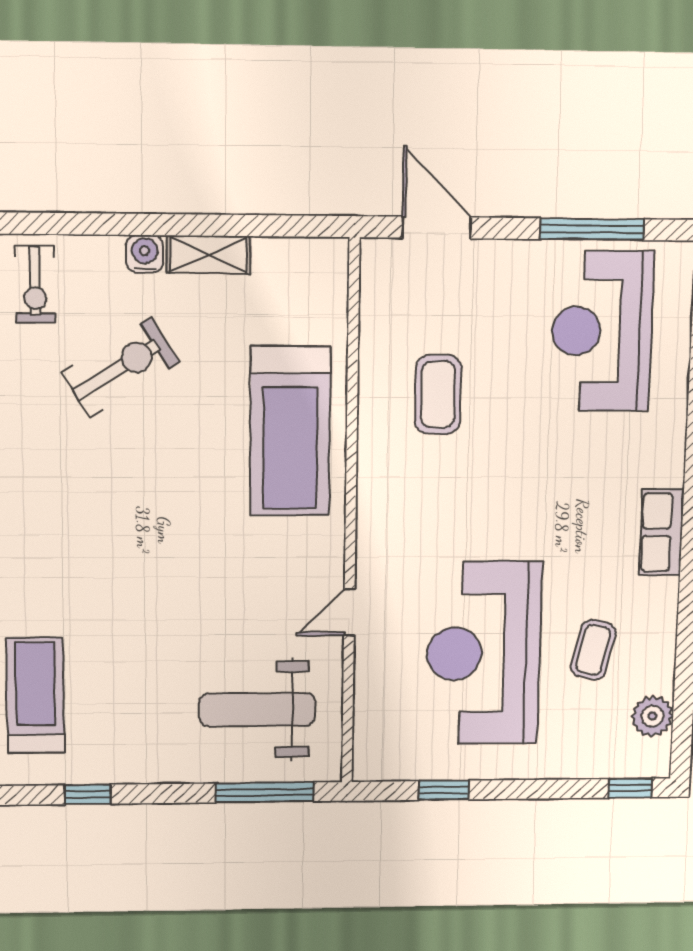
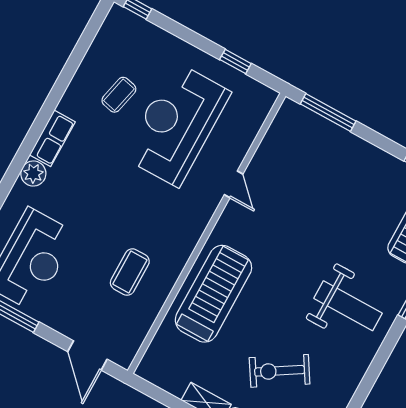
door: (349, 612) -> (234, 184), hinge flipped
reception desk: (483, 653) -> (177, 124), turned 180
weight bench: (257, 710) -> (348, 306), moved
plant: (652, 716) -> (33, 174), moved

